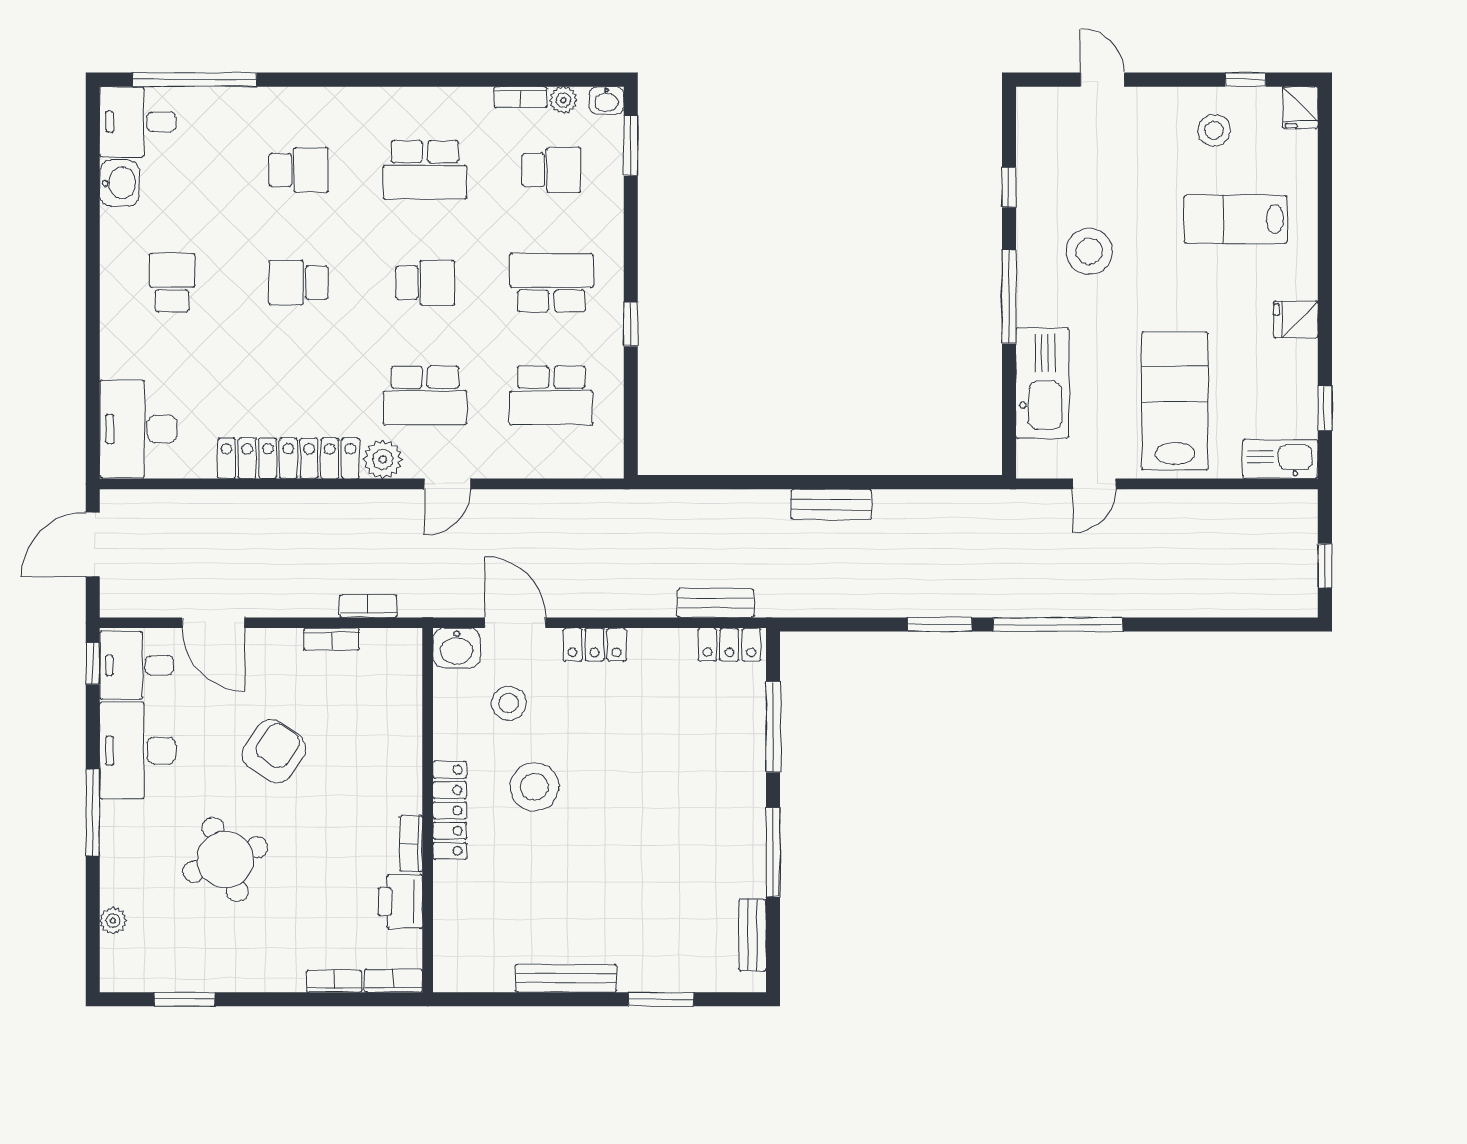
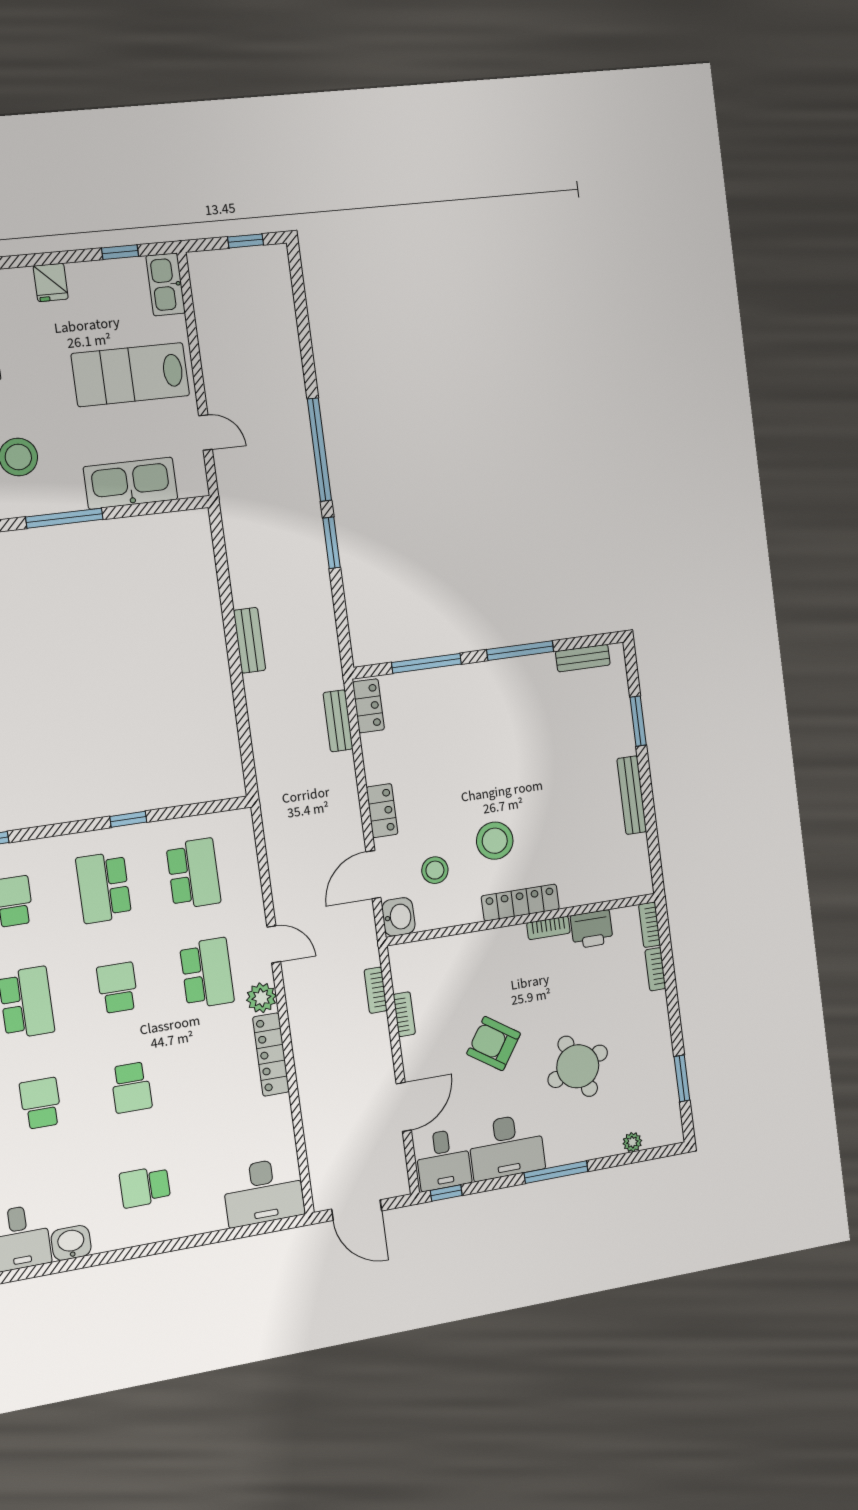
locker: (288, 458) -> (271, 1054), width x0.71, depth x0.83

